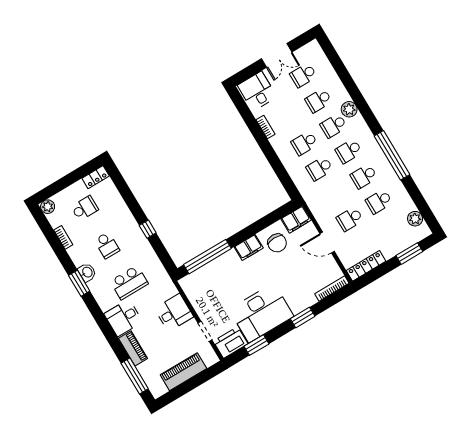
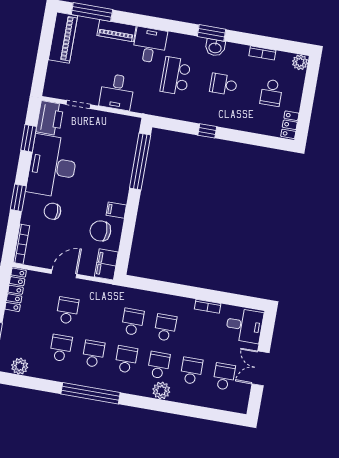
filing cabinet: (249, 248) -> (116, 210), width x0.50
chair: (292, 287) -> (52, 211), added
piano: (183, 372) -> (63, 38), moved

